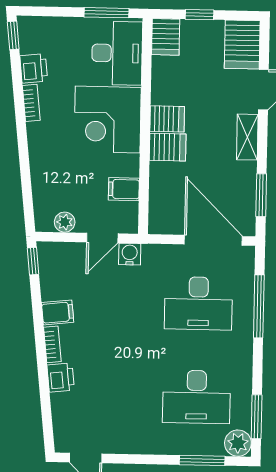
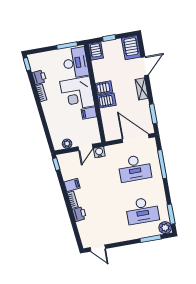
filing cabinet: (124, 189) -> (89, 113), moved

